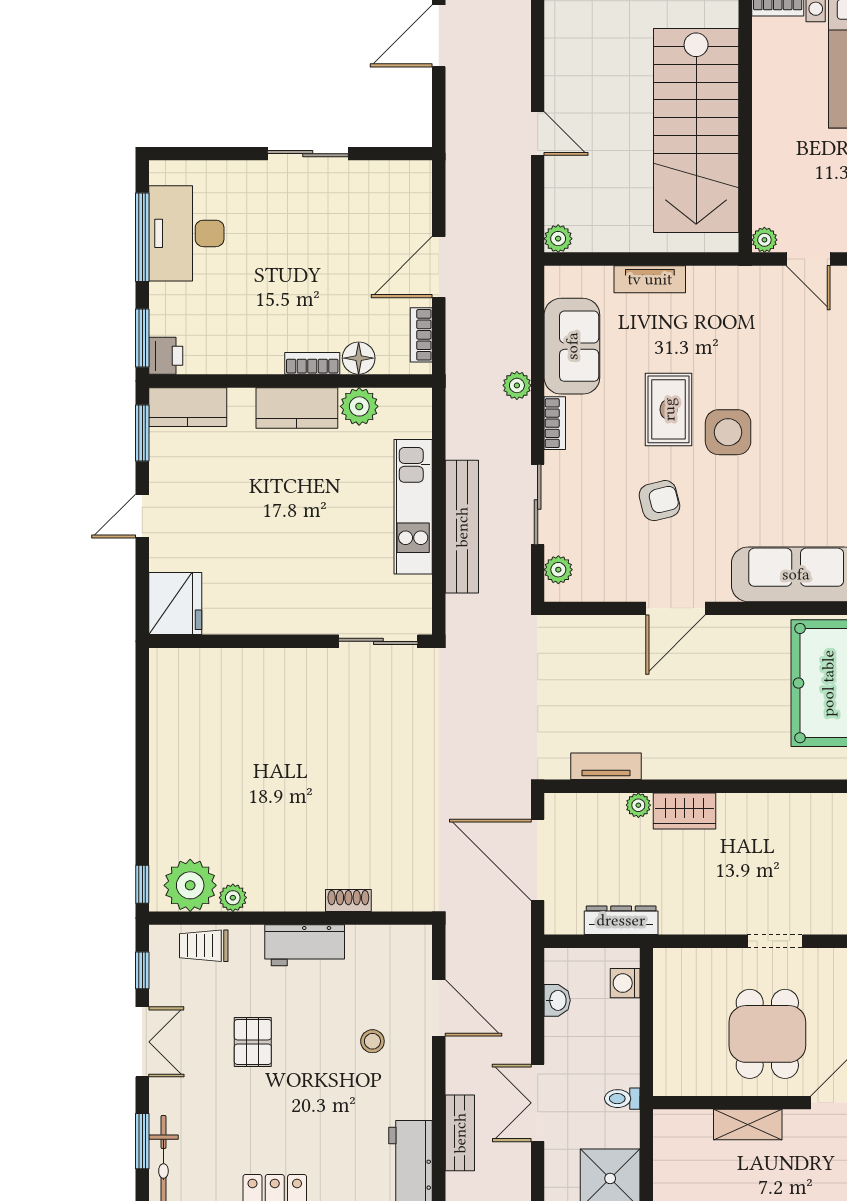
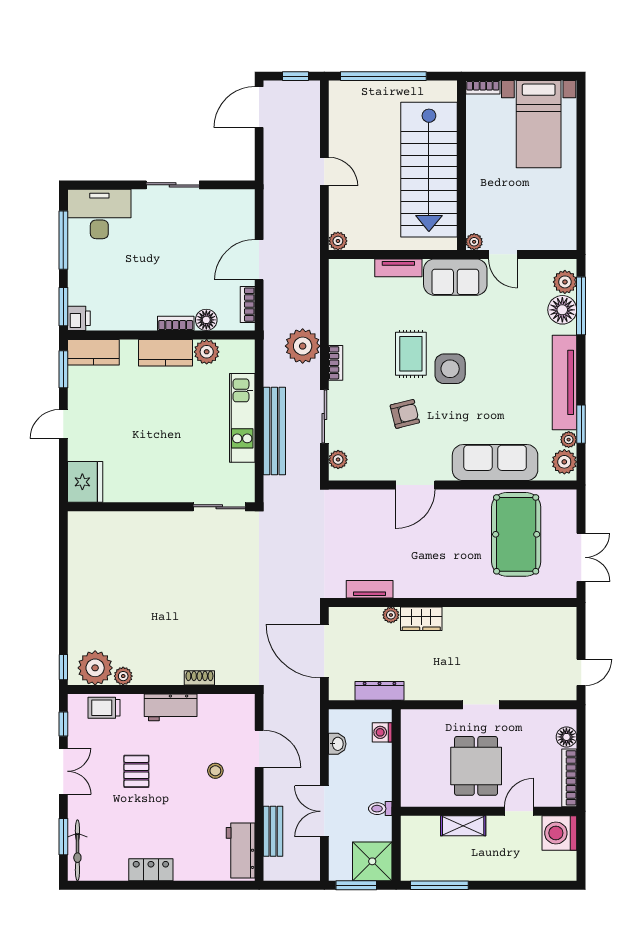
desk: (186, 233) -> (99, 214), moved, turned 90
sofa: (572, 346) -> (455, 277), moved, turned 90
plant: (517, 385) -> (303, 346), width x1.87, depth x1.87

